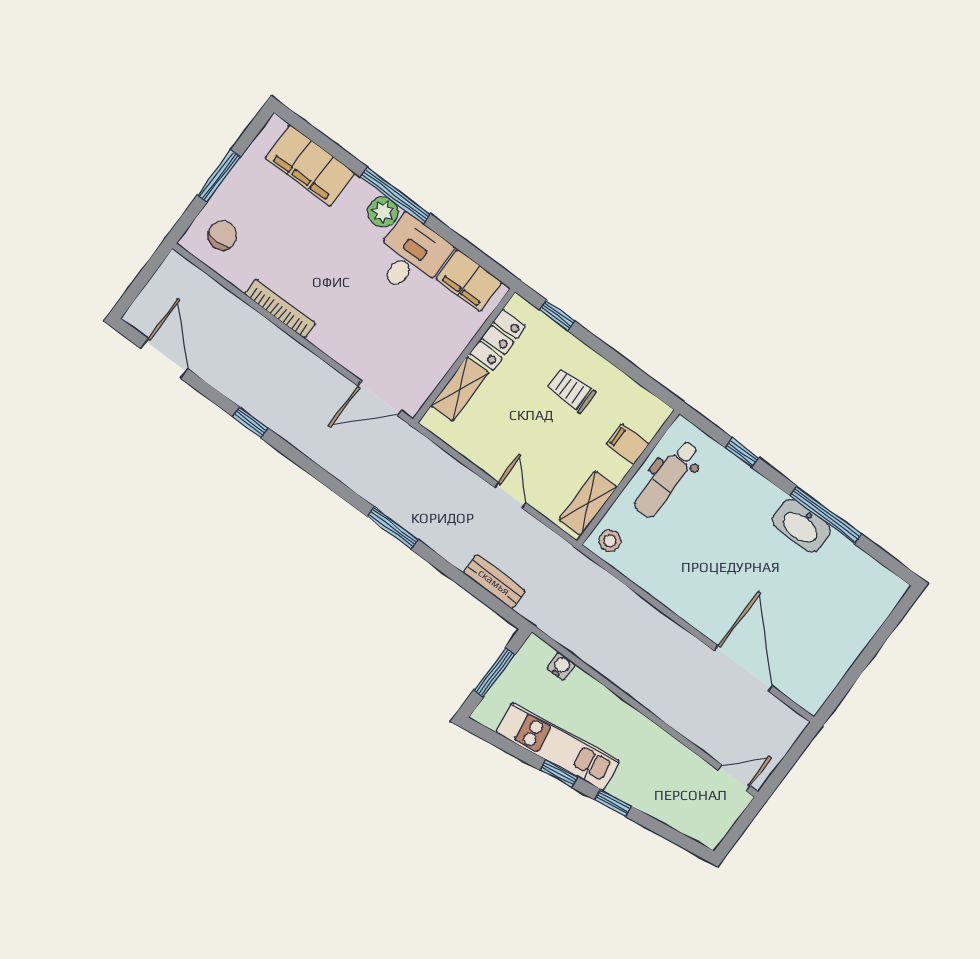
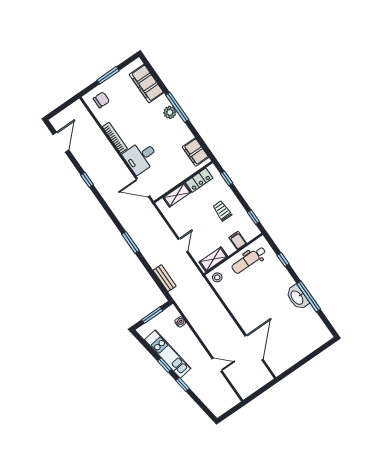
desk: (411, 256) -> (141, 157), moved, turned 180
window: (645, 381) -> (253, 217), added
door: (734, 778) -> (217, 365), moved

